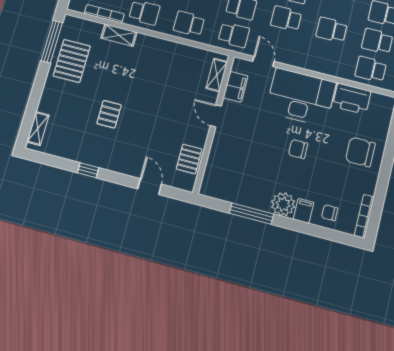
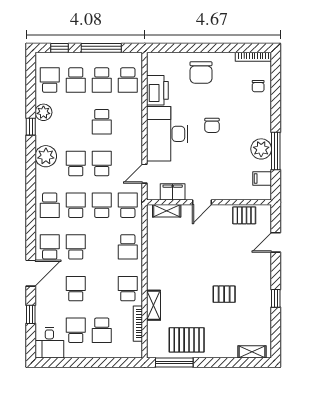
school desk: (286, 19) -> (102, 163), turned 180
plant: (283, 204) -> (261, 149), moved
filing cabinet: (304, 211) -> (262, 178), moved

